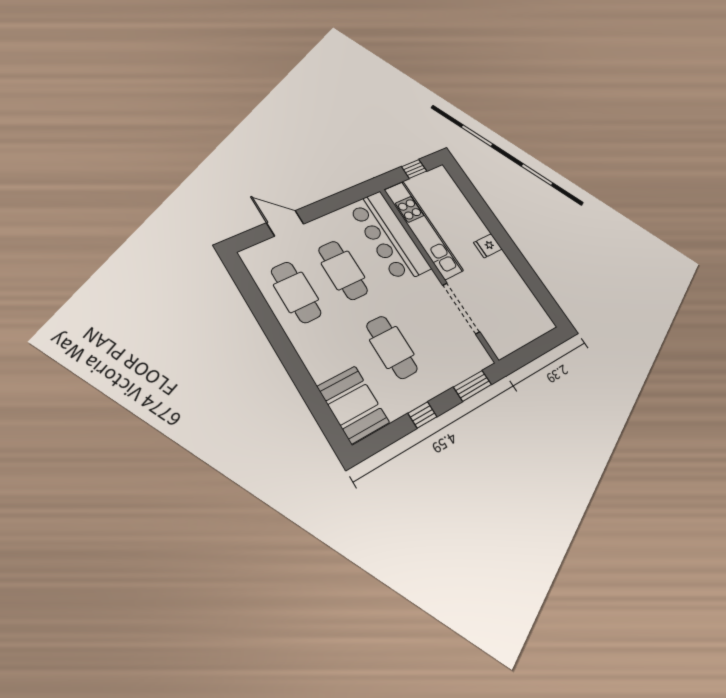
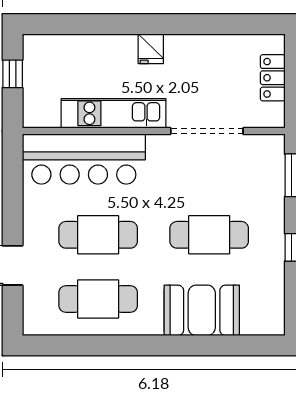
kitchen unit: (423, 230) -> (114, 113), width x0.73
locker: (525, 334) -> (273, 78), added
booth: (353, 405) -> (202, 310), moved

